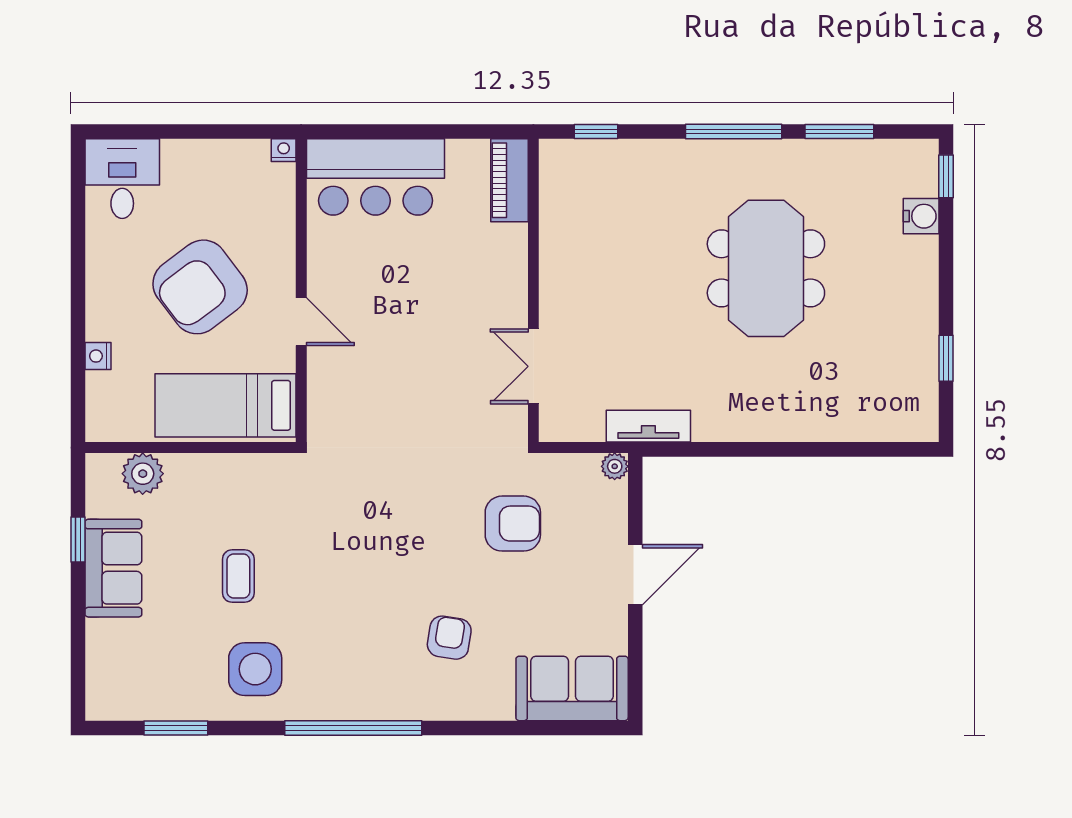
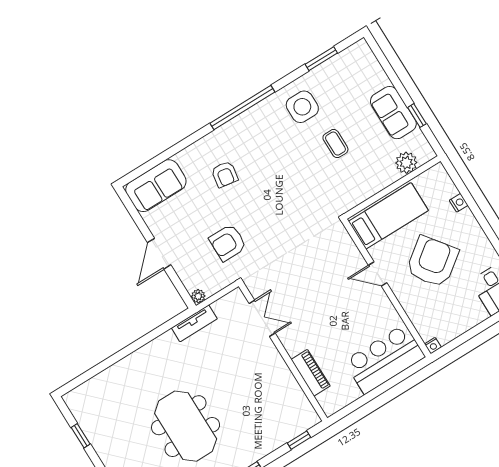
piano: (509, 180) -> (311, 373), moved

